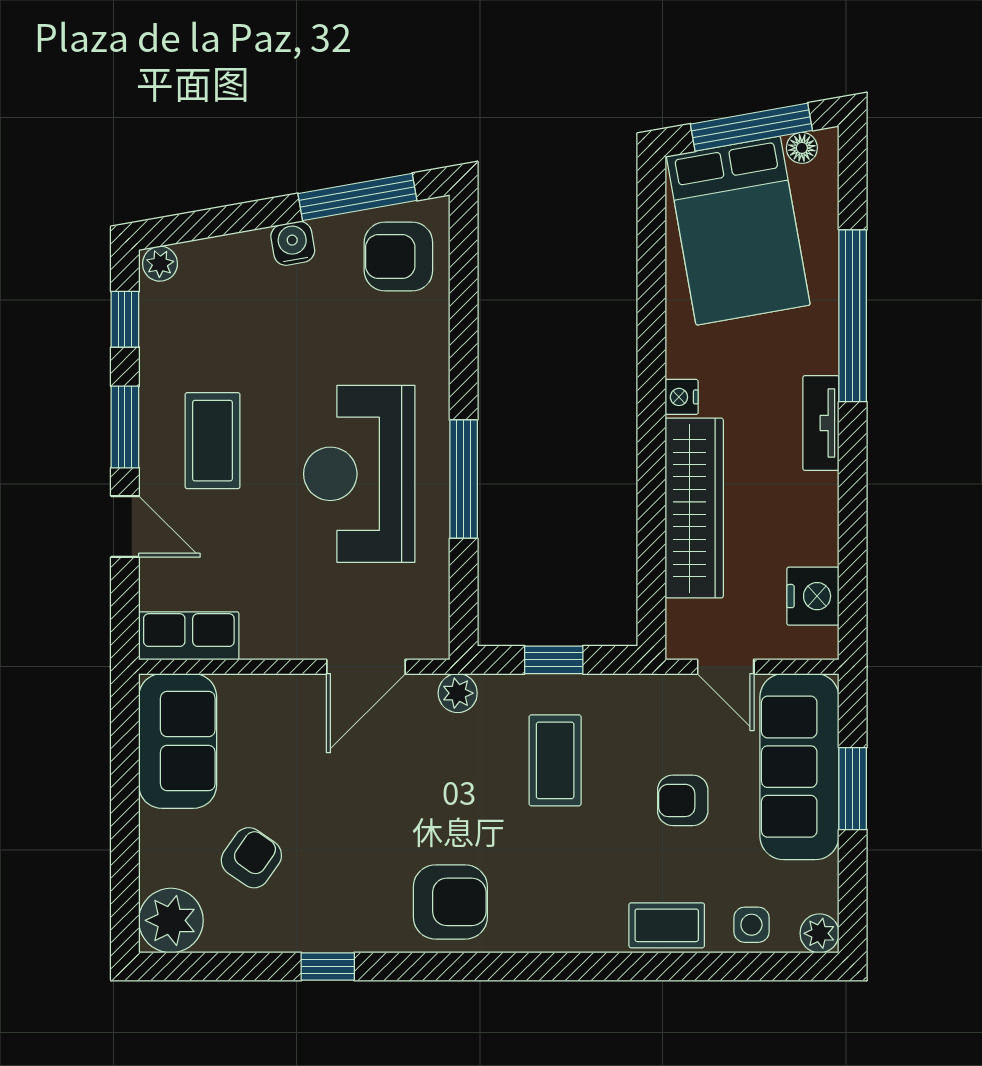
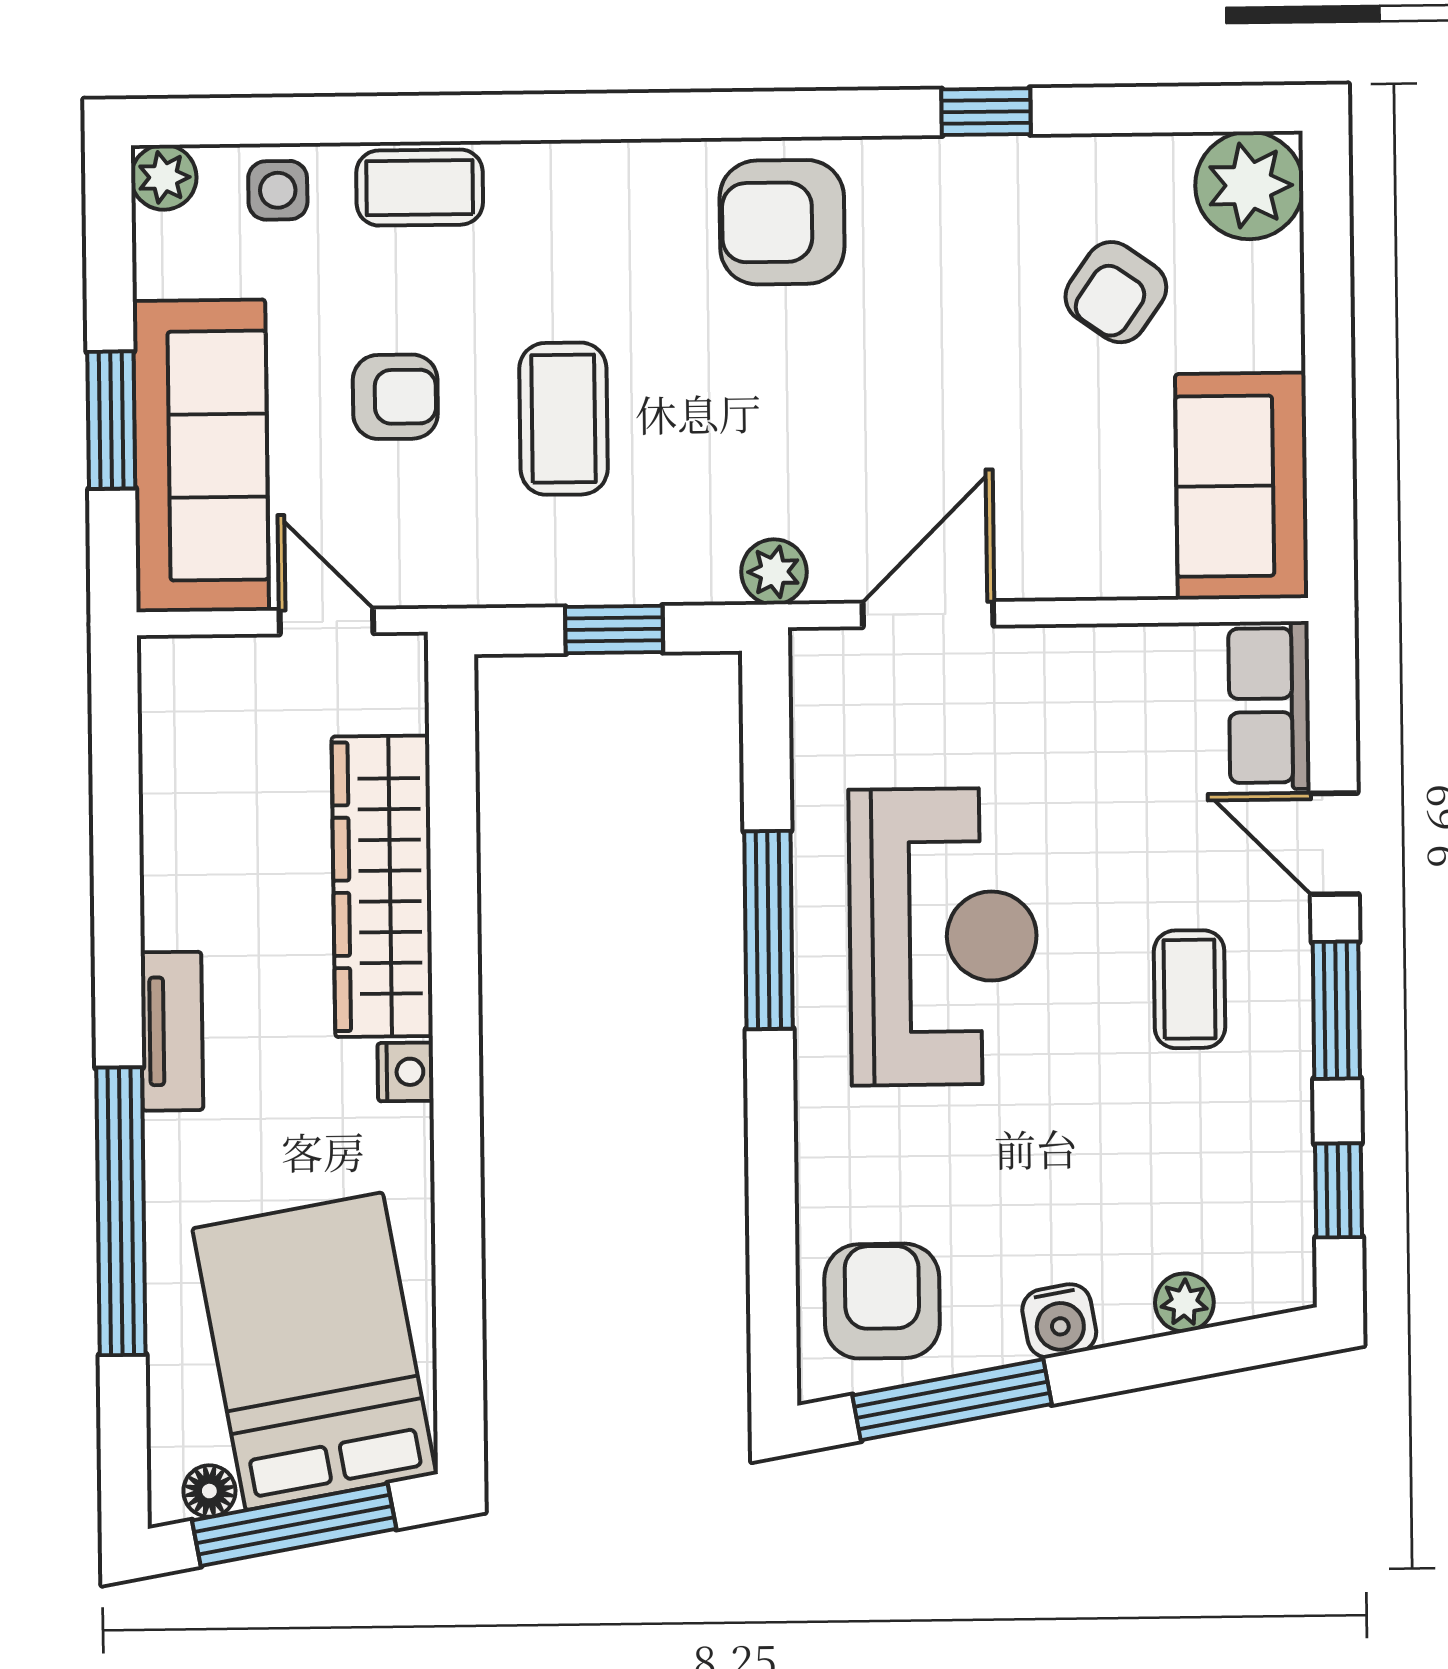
armchair: (398, 257) -> (882, 1301), turned -90
plant: (160, 264) -> (1184, 1302), moved
coffee table: (212, 441) -> (1190, 989), width x0.73, depth x0.77
nightstand: (813, 596) -> (182, 741), removed
row of seats: (189, 636) -> (1269, 705), moved, turned 90
coffee table: (555, 760) -> (563, 419), moved

